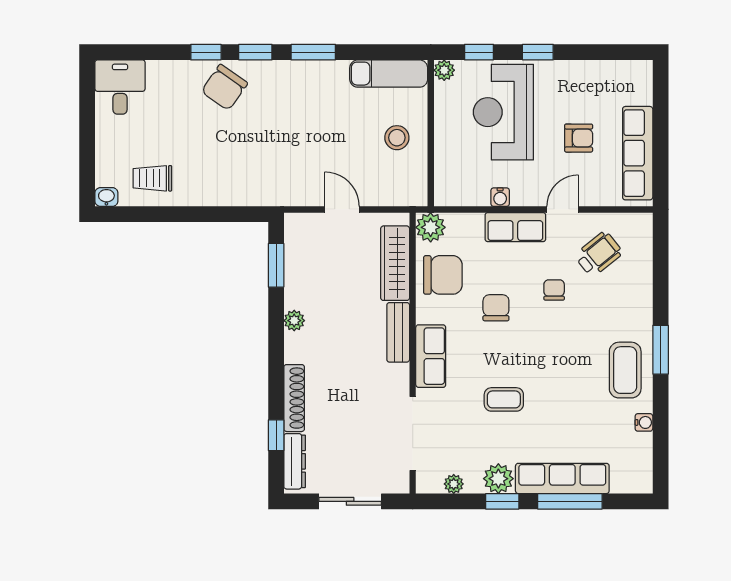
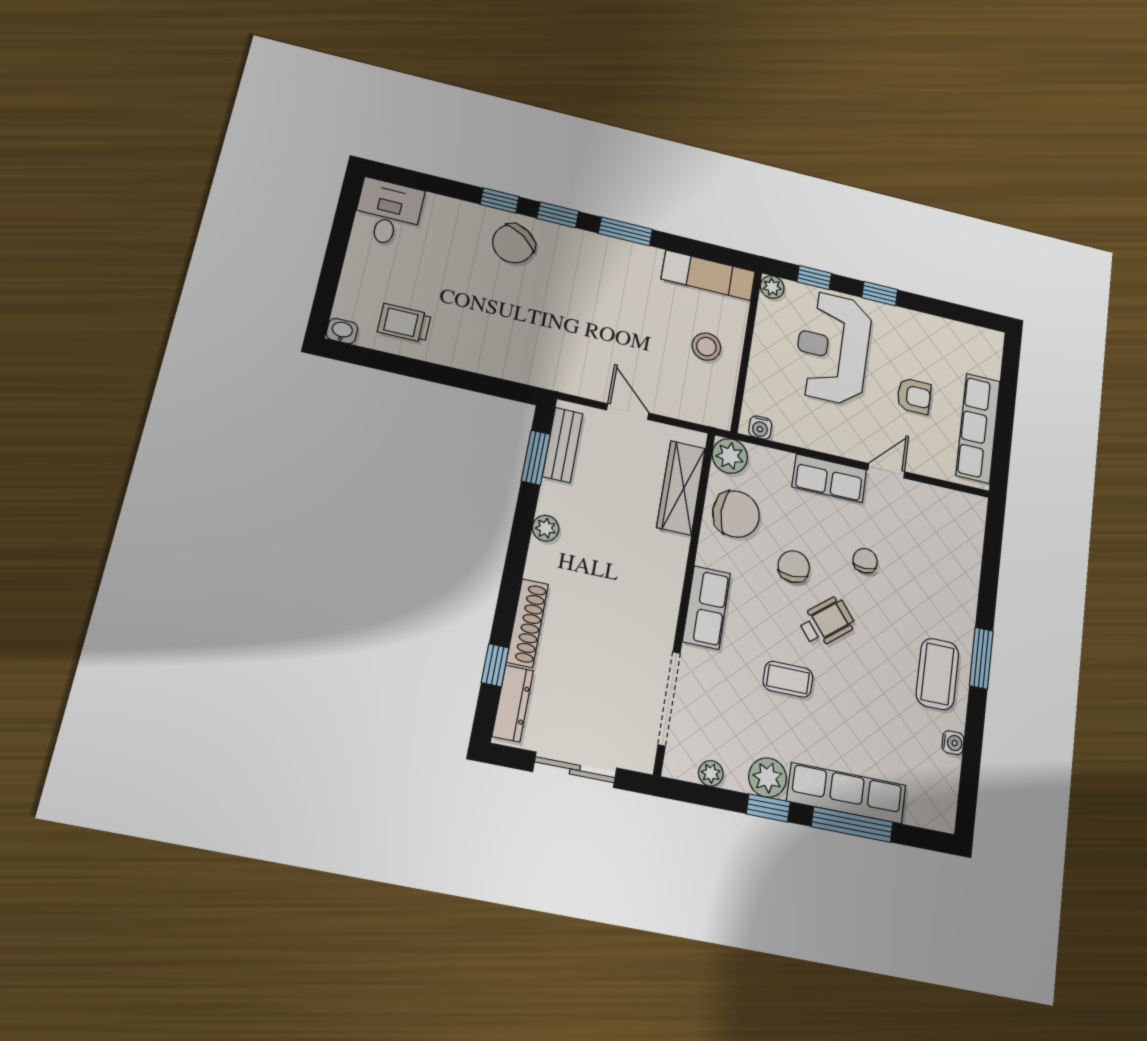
water cooler: (500, 197) -> (760, 428), moved
wheelchair: (599, 254) -> (827, 622), moved
bench: (398, 332) -> (563, 445), moved

